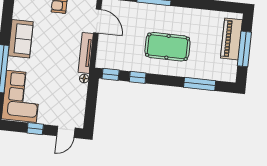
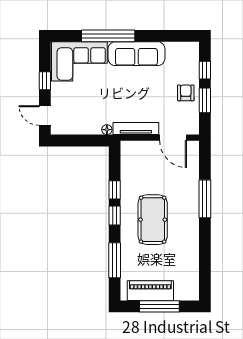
door: (97, 21) -> (173, 138), hinge flipped
sofa: (21, 39) -> (136, 54), width x1.36
piano: (231, 39) -> (150, 291), moved
window: (111, 74) -> (115, 215), moved

